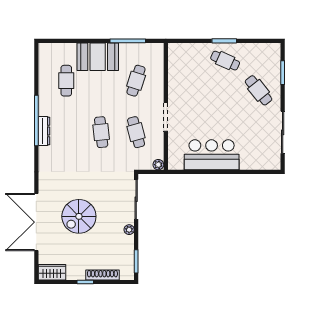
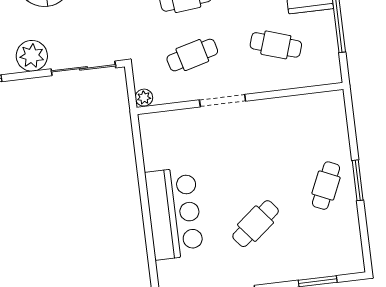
cafe table: (259, 90) -> (256, 224), moved
bar counter: (212, 155) -> (174, 213), moved
plant: (129, 230) -> (32, 56), width x1.87, depth x1.87

